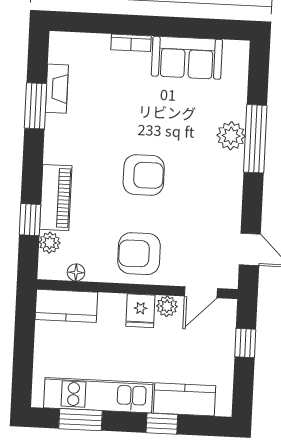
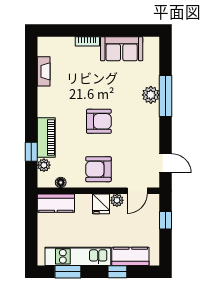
window: (36, 106) -> (31, 82), removed

